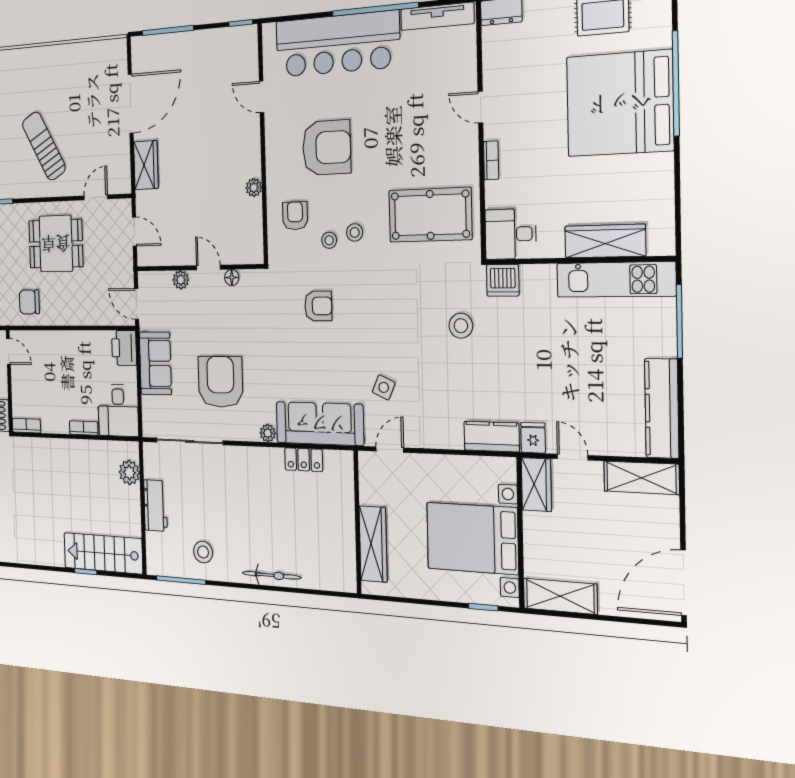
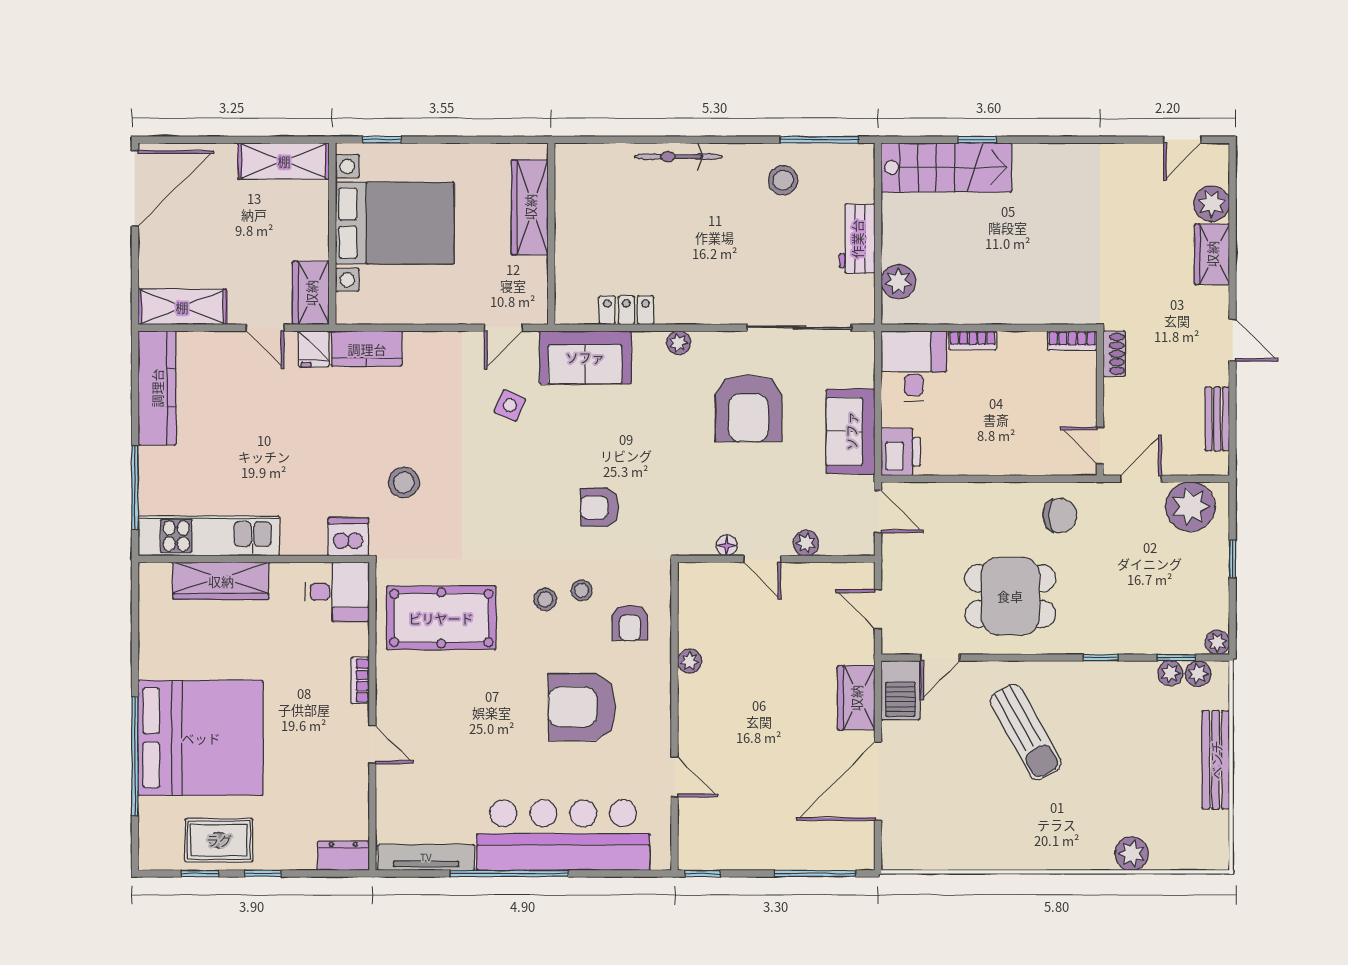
barbecue: (119, 172) -> (900, 690), added
sofa: (320, 424) -> (585, 357), width x0.73

